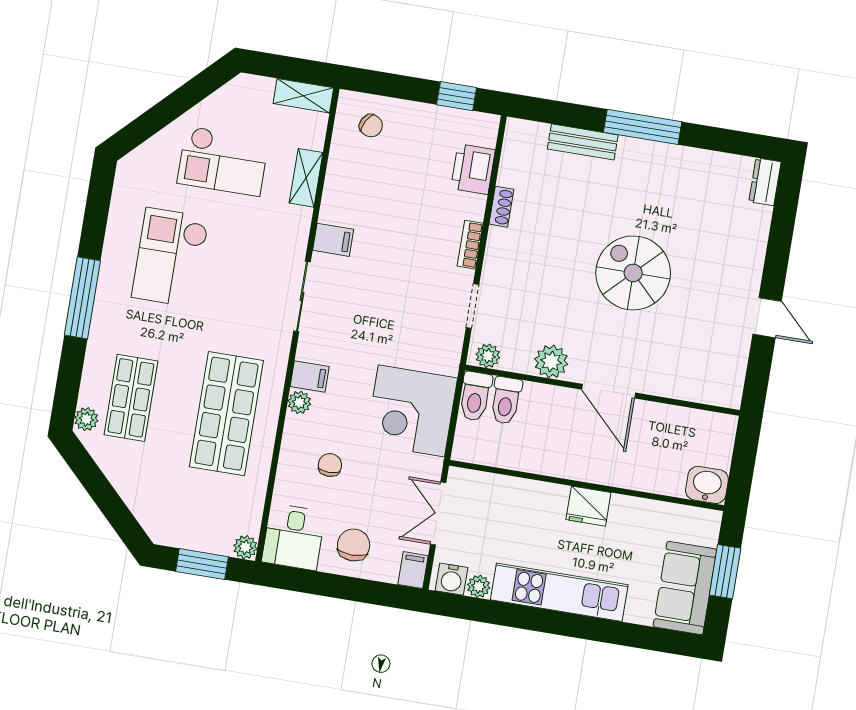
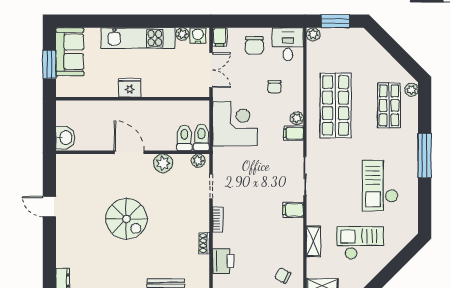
checkout: (170, 257) -> (380, 186), turned 180
washbasin: (707, 485) -> (65, 138), moved, turned -90

